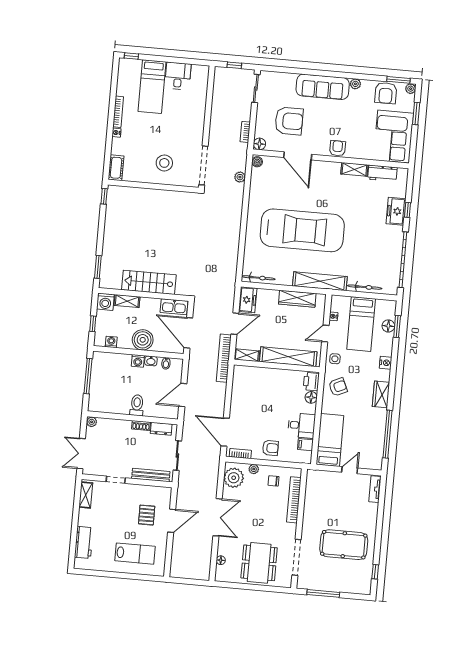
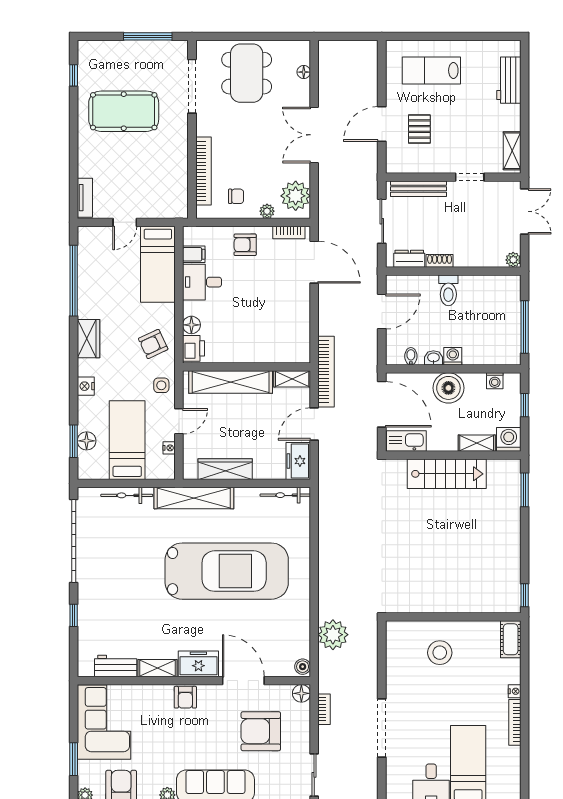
doorway: (203, 165) -> (382, 728), moved
plant: (240, 177) -> (333, 635), width x1.88, depth x1.88
freezer: (396, 211) -> (198, 664), moved, turned -90
car: (302, 230) -> (227, 571), turned 180

